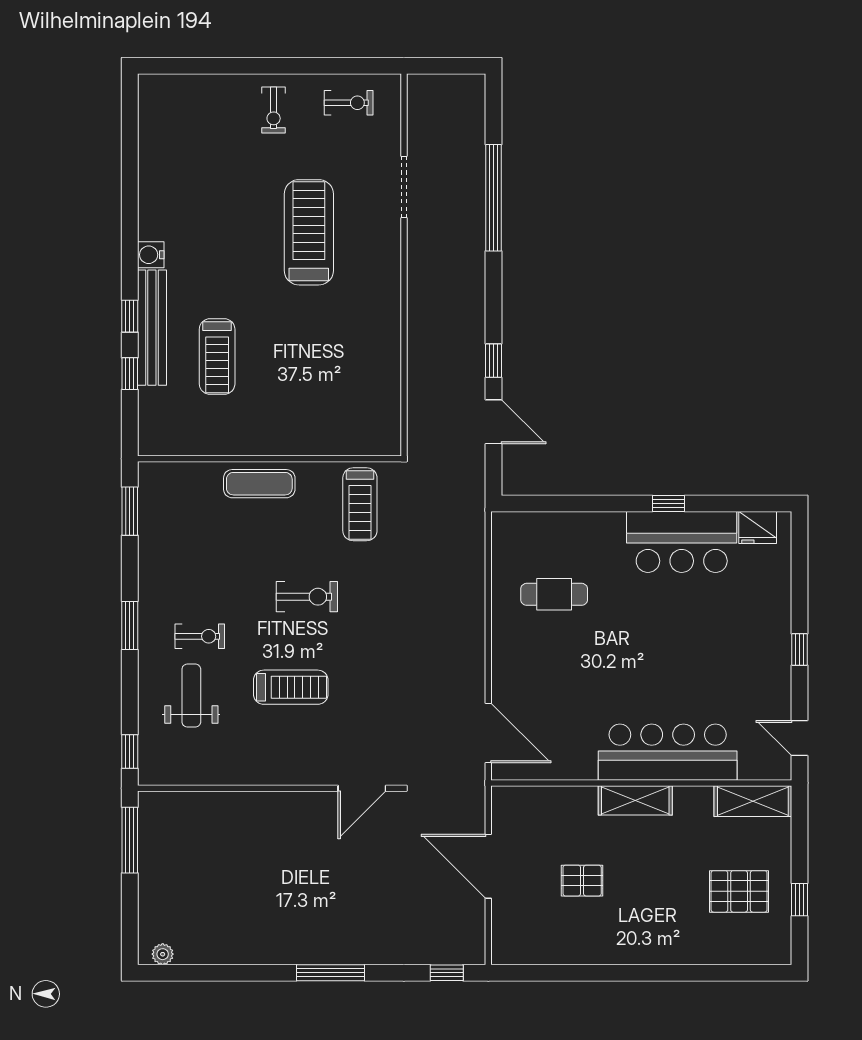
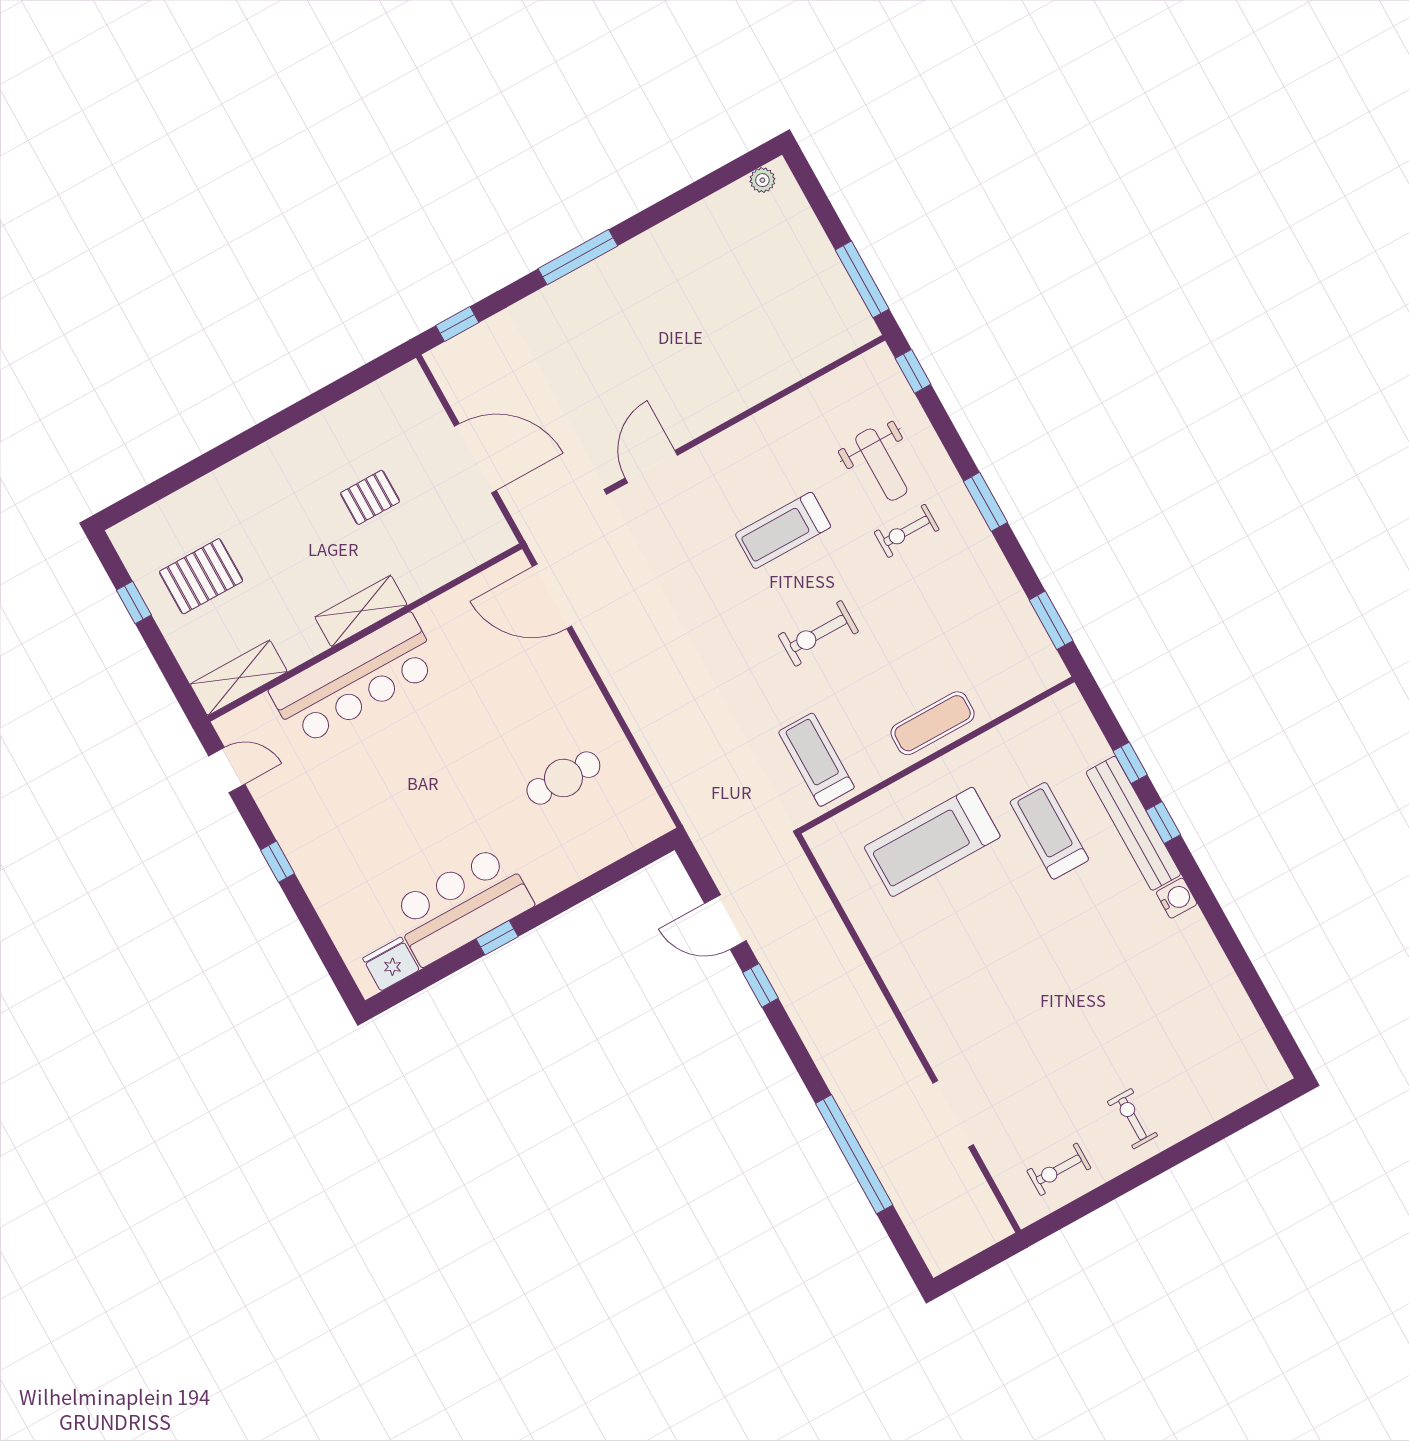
treadmill: (309, 232) -> (932, 842), moved, turned 90

